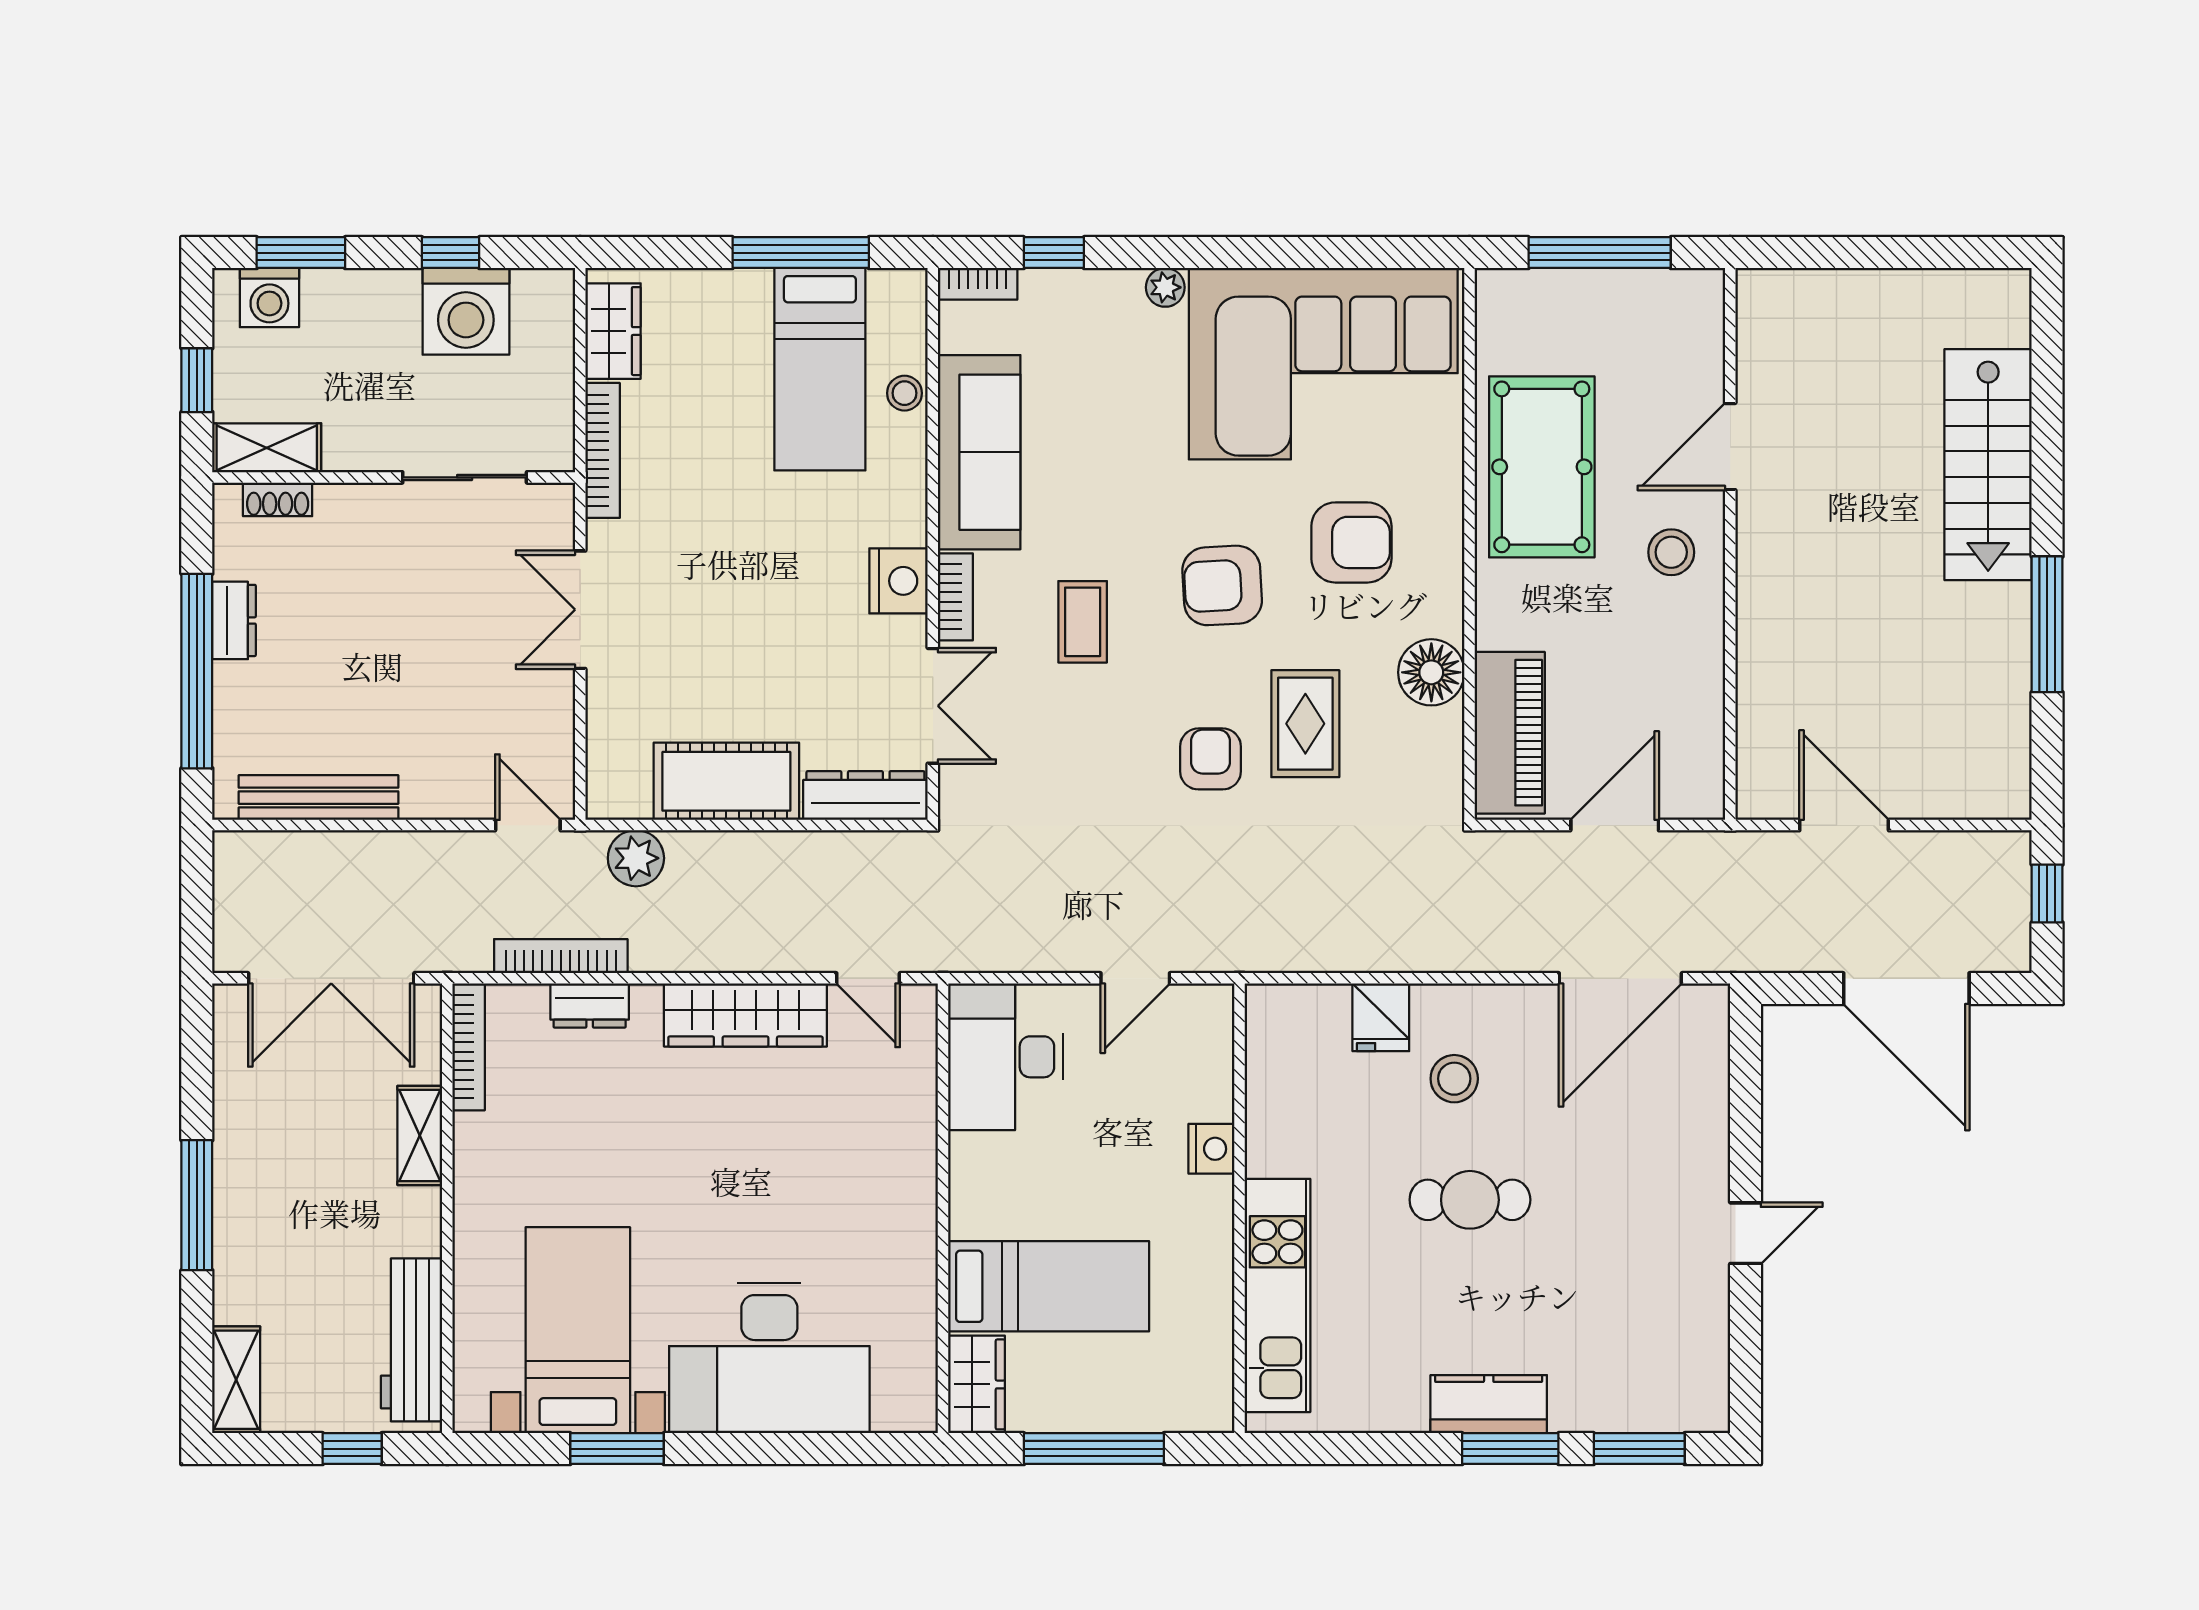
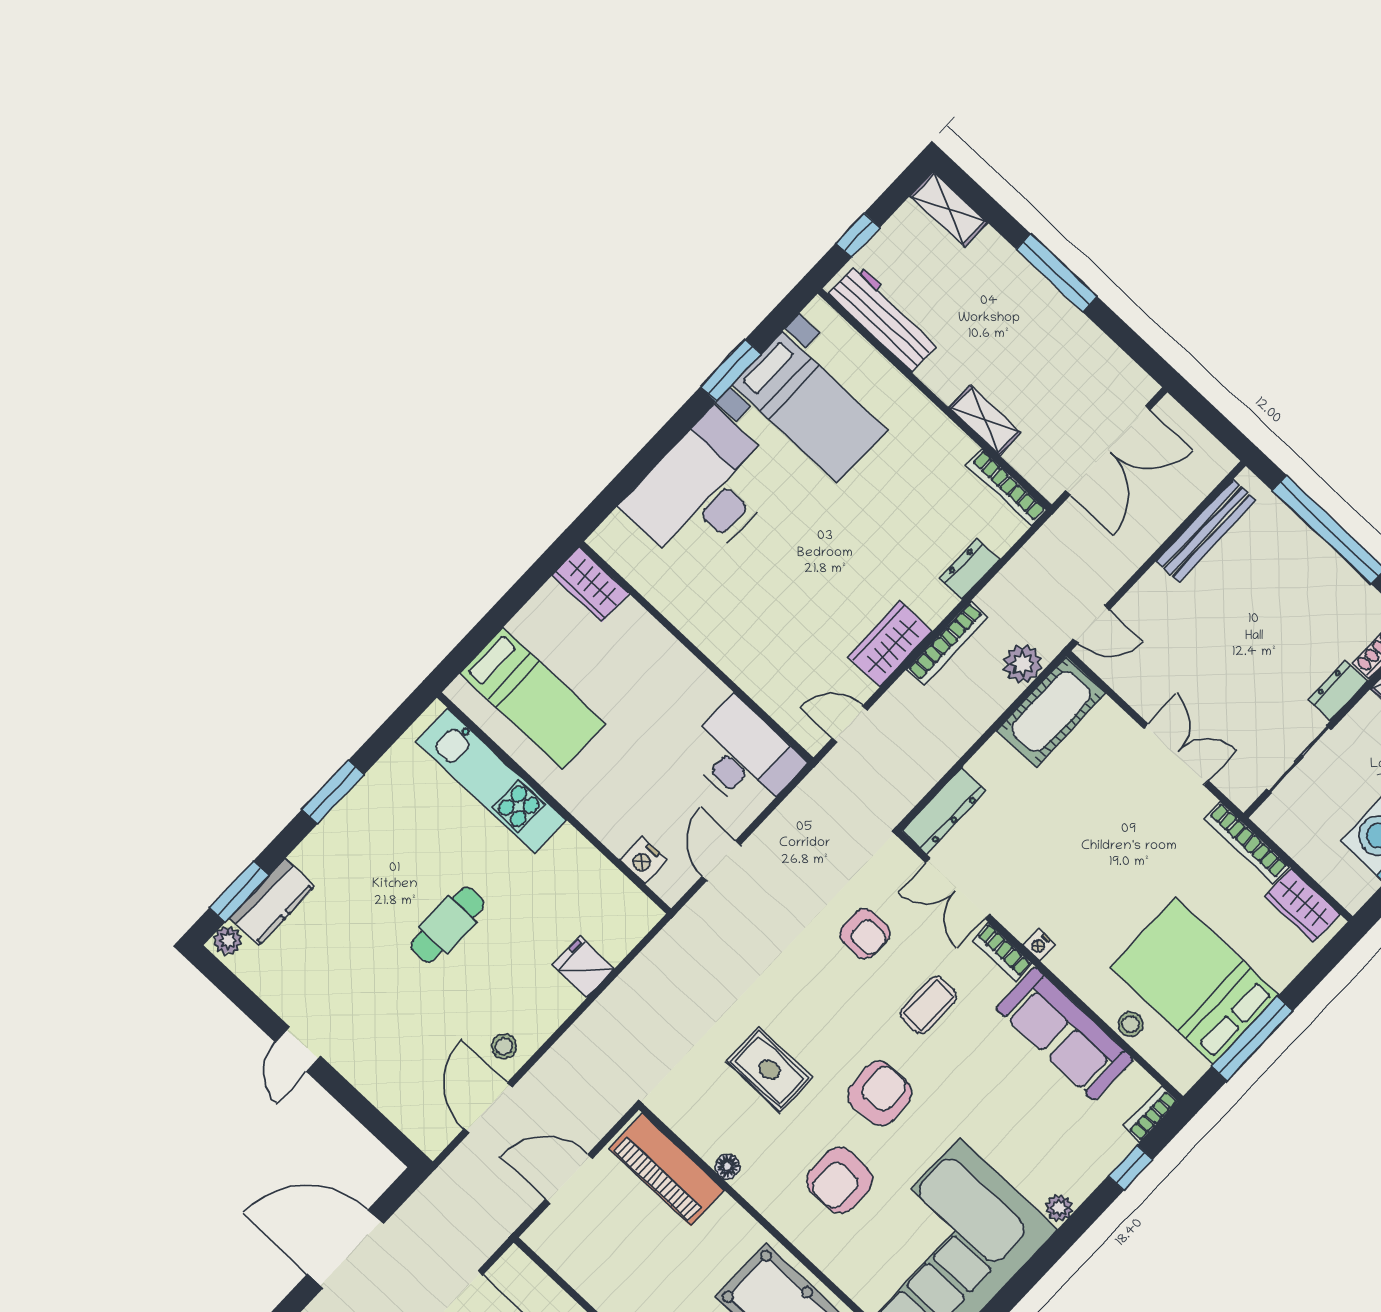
bed: (820, 369) -> (1194, 981), width x1.50
nightstand: (899, 581) -> (1039, 945), width x0.53, depth x0.56
dresser: (234, 620) -> (1338, 690), moved, turned 90
coffee table: (1083, 622) -> (928, 1005), turned 90
floor lamp: (1431, 672) -> (728, 1166), width x0.53, depth x0.53
armchair: (1210, 759) -> (865, 934), moved
cot: (726, 781) -> (1051, 712), moved
door: (1615, 825) -> (569, 1179), swing flipped
bookcase: (561, 956) -> (947, 643), moved
double door: (331, 978) -> (1108, 450), swing flipped
door: (1620, 978) -> (488, 1108), width x0.73
wardrobe: (745, 1015) -> (890, 644), width x0.67
stool: (1454, 1079) -> (504, 1046), moved, width x0.73, depth x0.73
nightstand: (1211, 1149) -> (643, 860), moved
bed: (1049, 1286) -> (533, 698), moved, turned -90
kitchen counter: (1489, 1404) -> (272, 902), moved
plant: (1701, 1413) -> (228, 940), added
window: (1094, 1449) -> (501, 613), removed
window: (1510, 1449) -> (333, 792), moved

